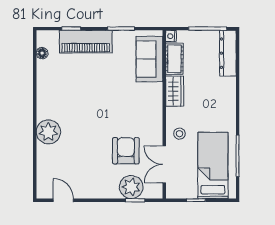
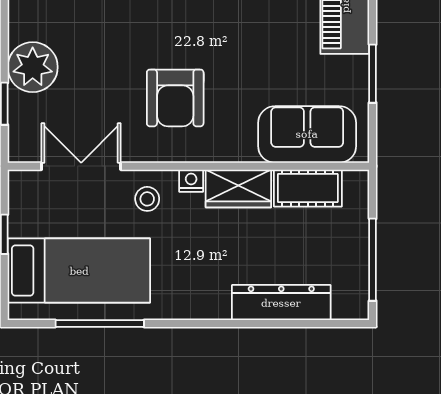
nightstand: (171, 36) -> (191, 181), moved
dresser: (228, 53) -> (281, 303), moved
armchair: (126, 151) -> (175, 98), moved, turned 90
plant: (131, 187) -> (33, 67), moved

